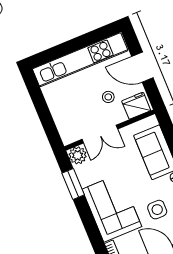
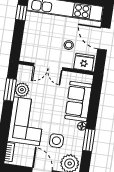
window: (35, 92) -> (21, 13), added
plant: (78, 155) -> (22, 90), moved

